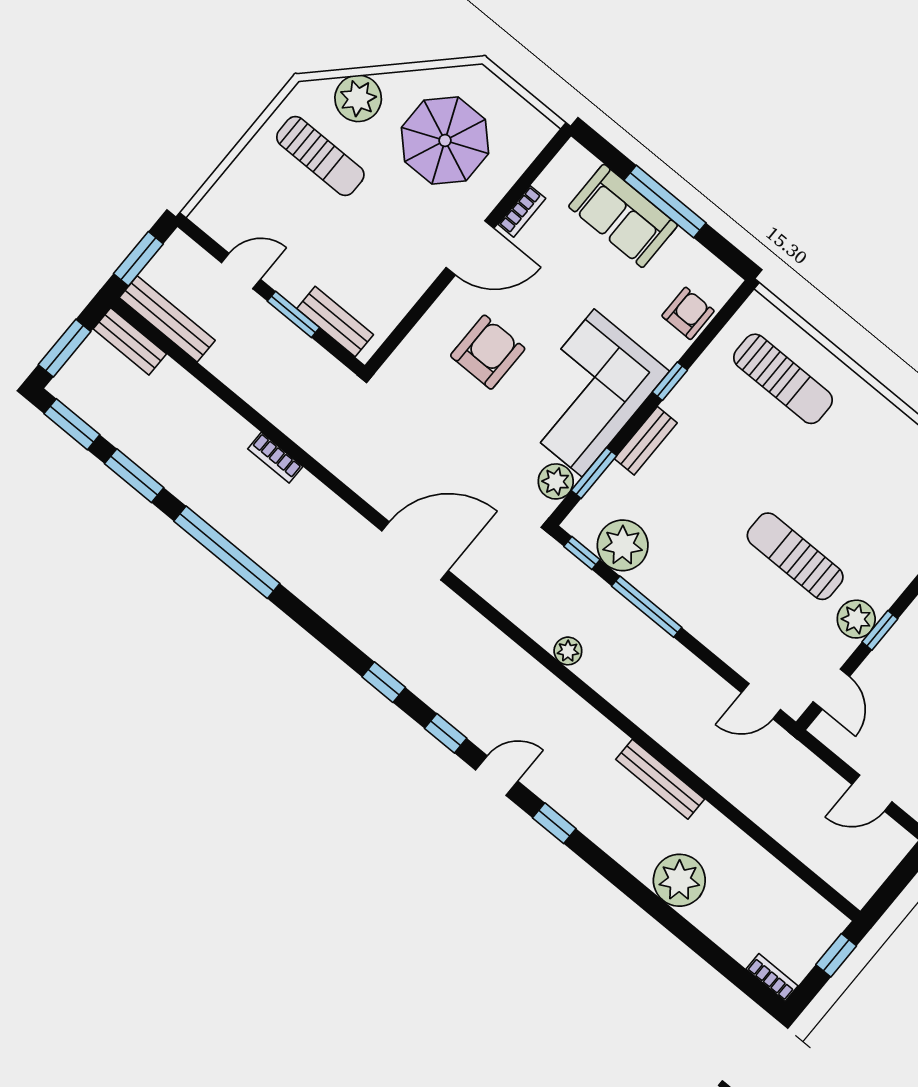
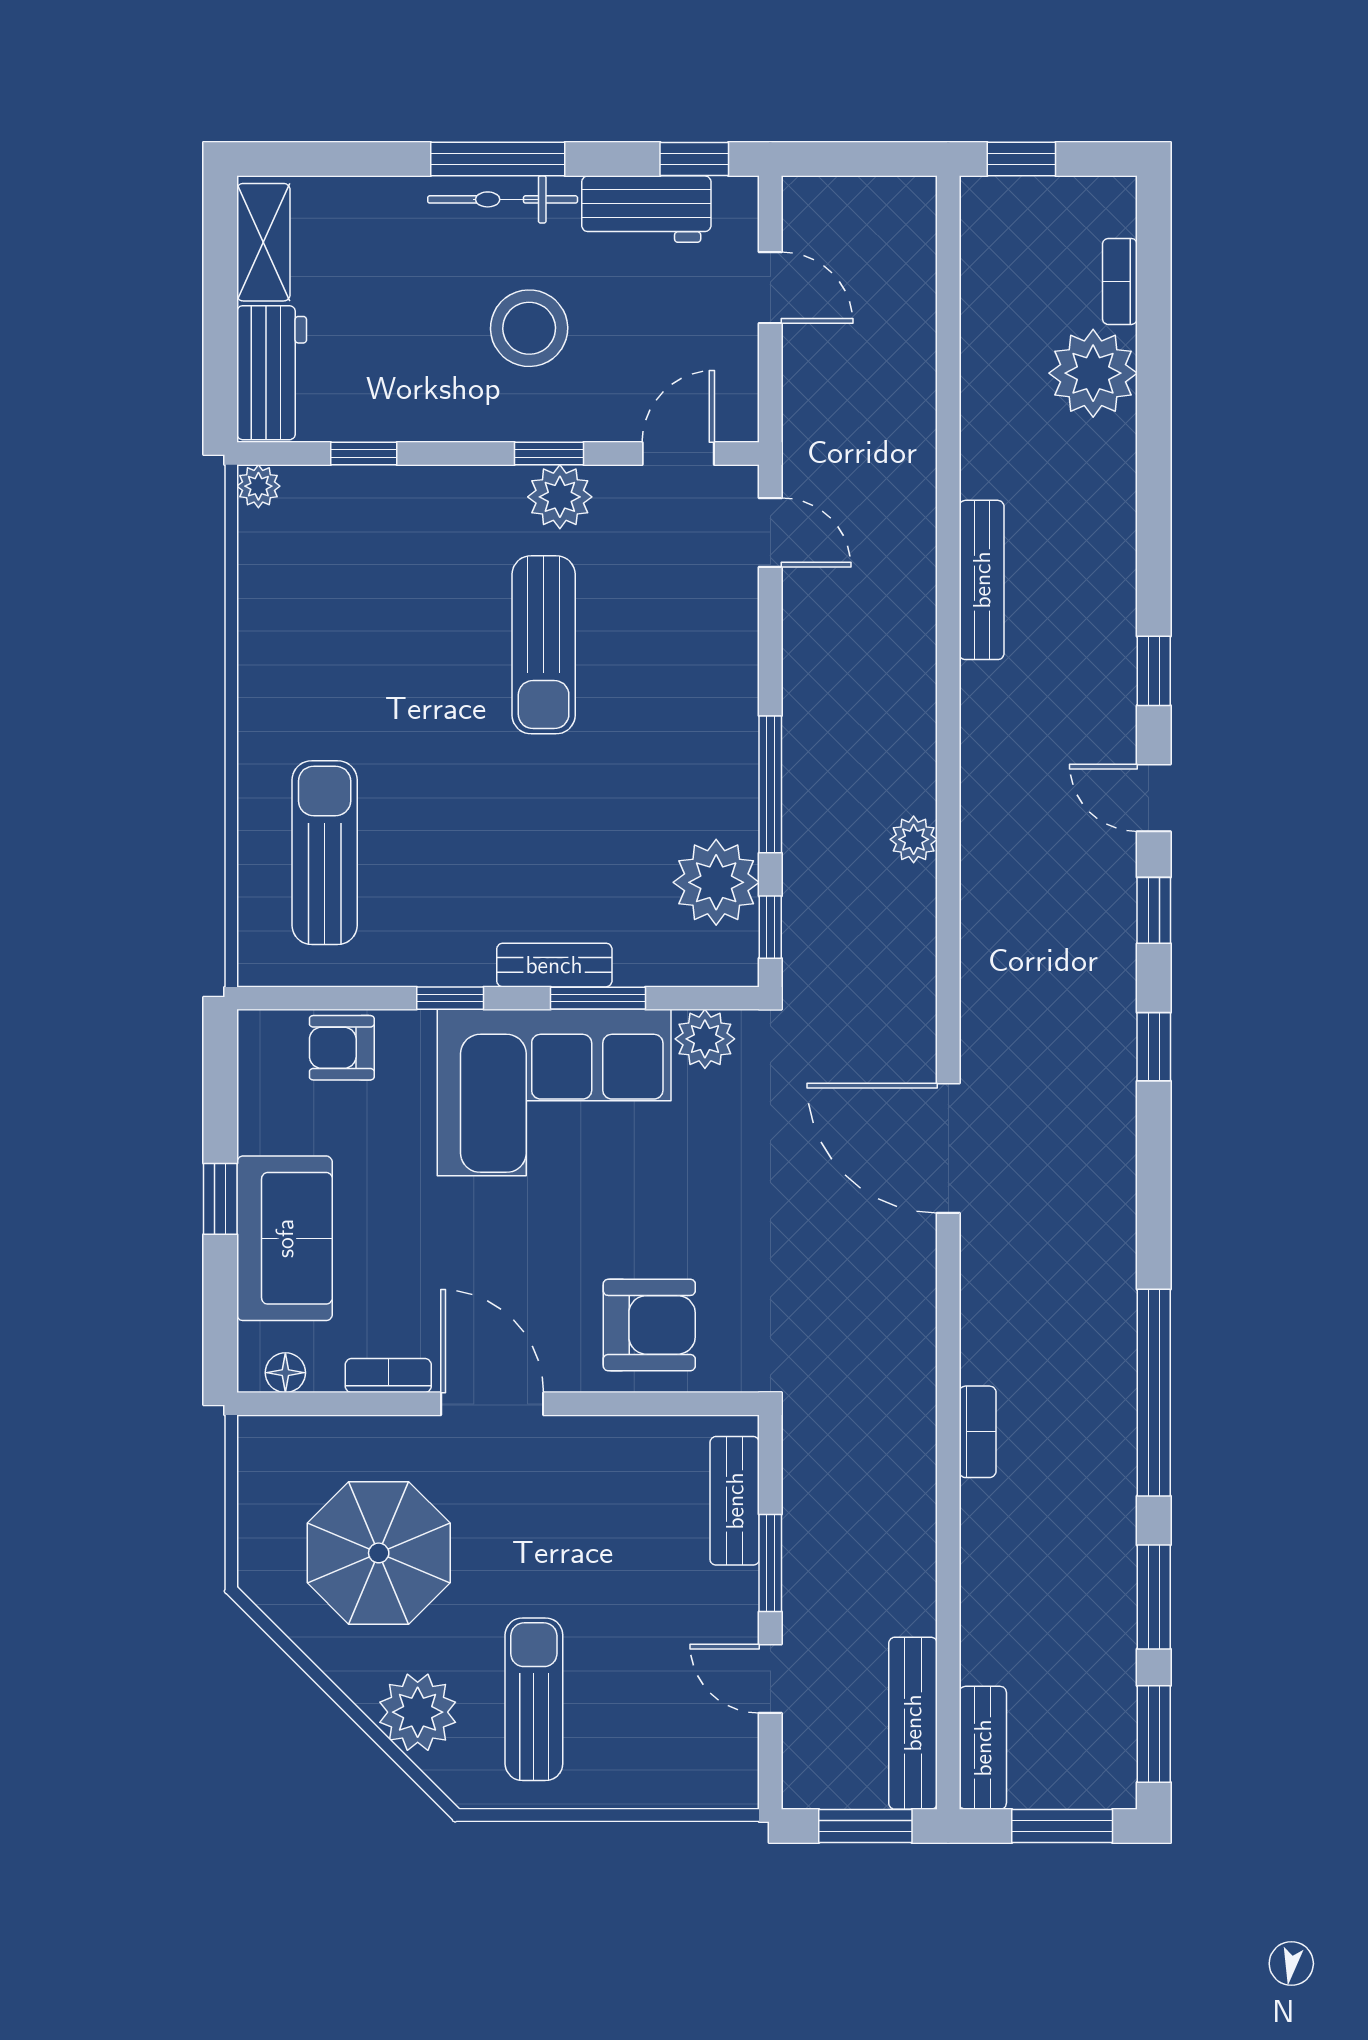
floor lamp: (562, 166) -> (285, 1373), added
window: (665, 201) -> (220, 1199), width x0.46
armchair: (488, 352) -> (649, 1325), moved, turned 180
window: (594, 473) -> (598, 998), moved
plant: (679, 880) -> (1093, 373), moved
bookcase: (772, 977) -> (1120, 281), moved

